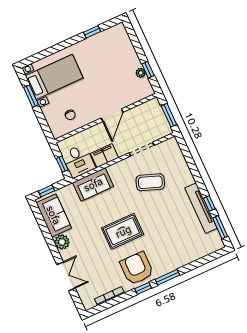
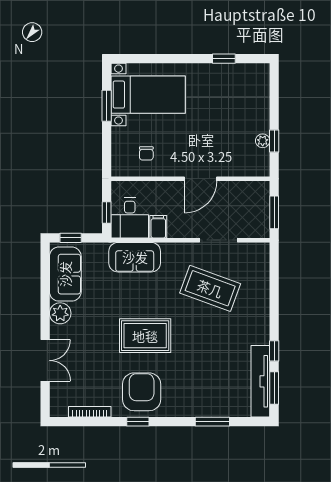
filing cabinet: (105, 156) -> (158, 227), width x0.50
coffee table: (150, 182) -> (210, 288), width x1.36, depth x1.32
tv unit: (201, 208) -> (260, 381), moved
window: (167, 277) -> (212, 422), moved

